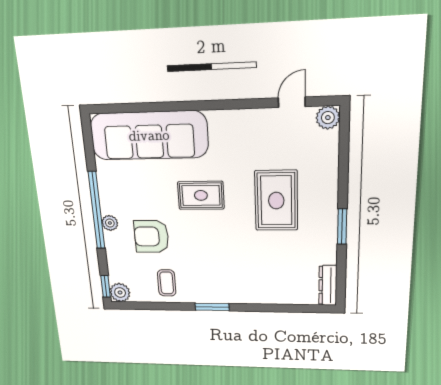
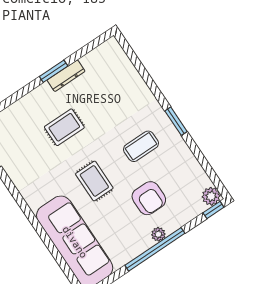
rug: (276, 201) -> (64, 127), width x0.73, depth x0.70
coffee table: (167, 283) -> (141, 146), moved, width x1.36, depth x1.30
dresser: (328, 285) -> (66, 76), moved

